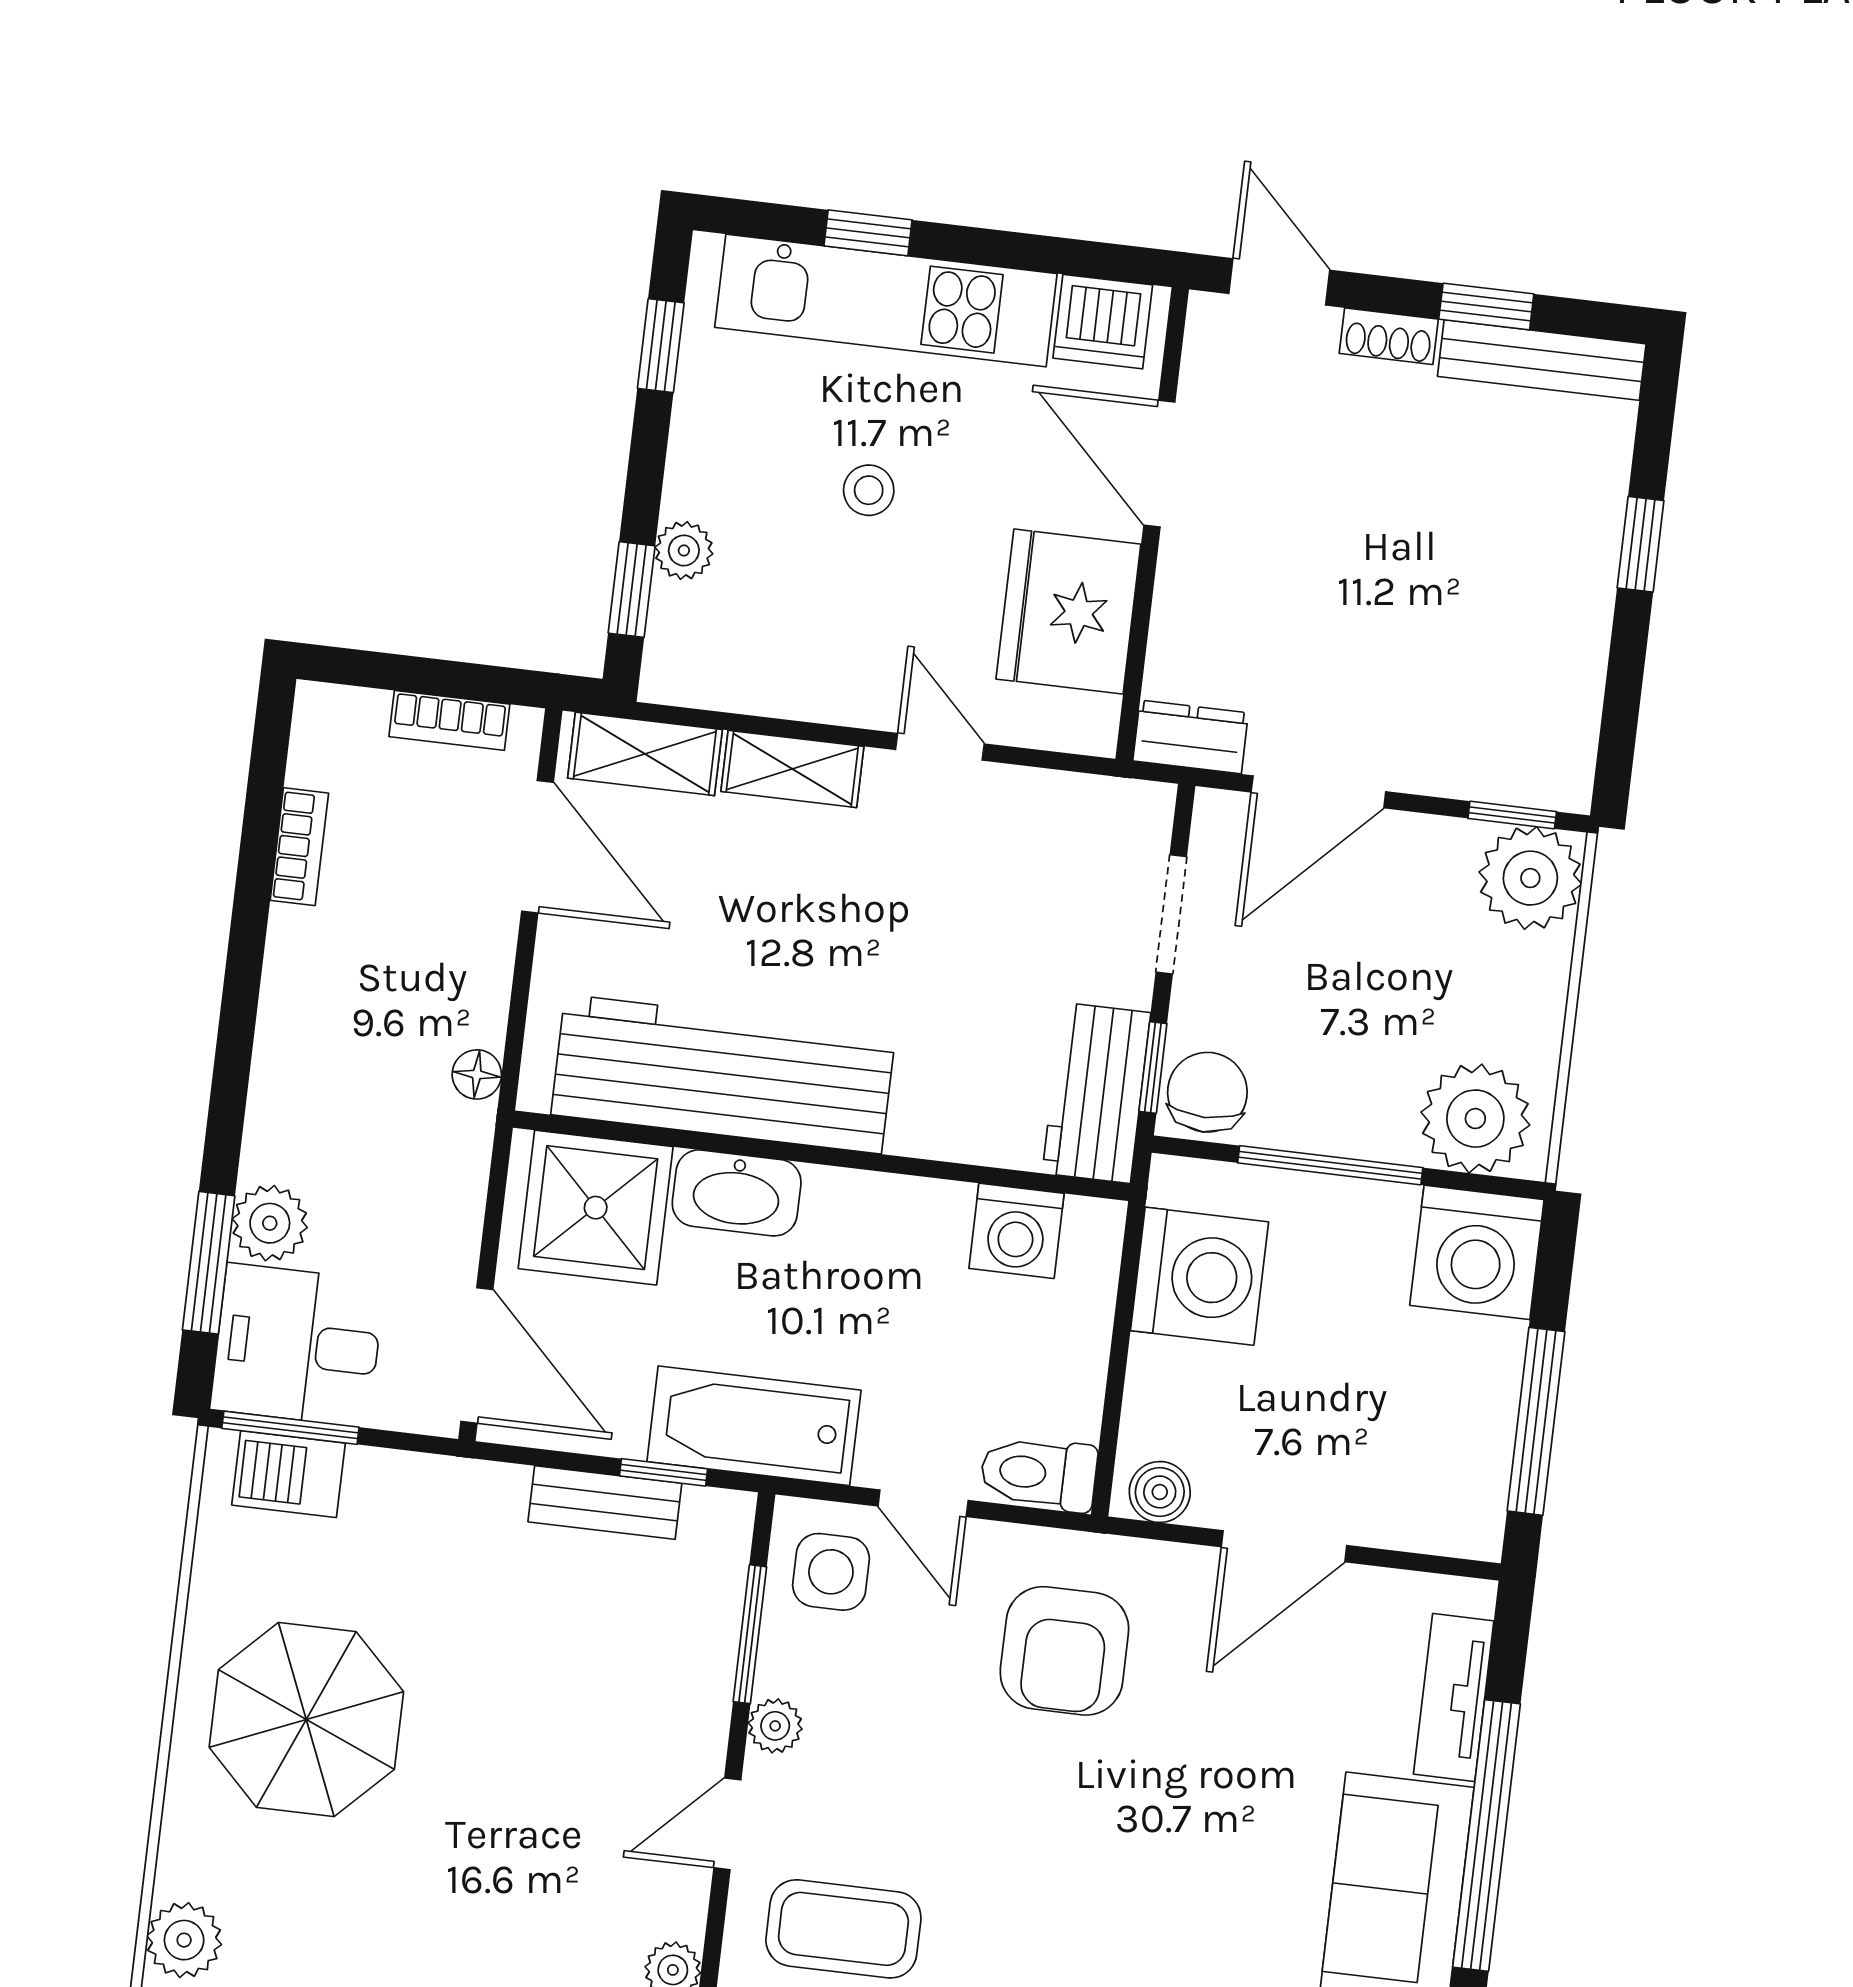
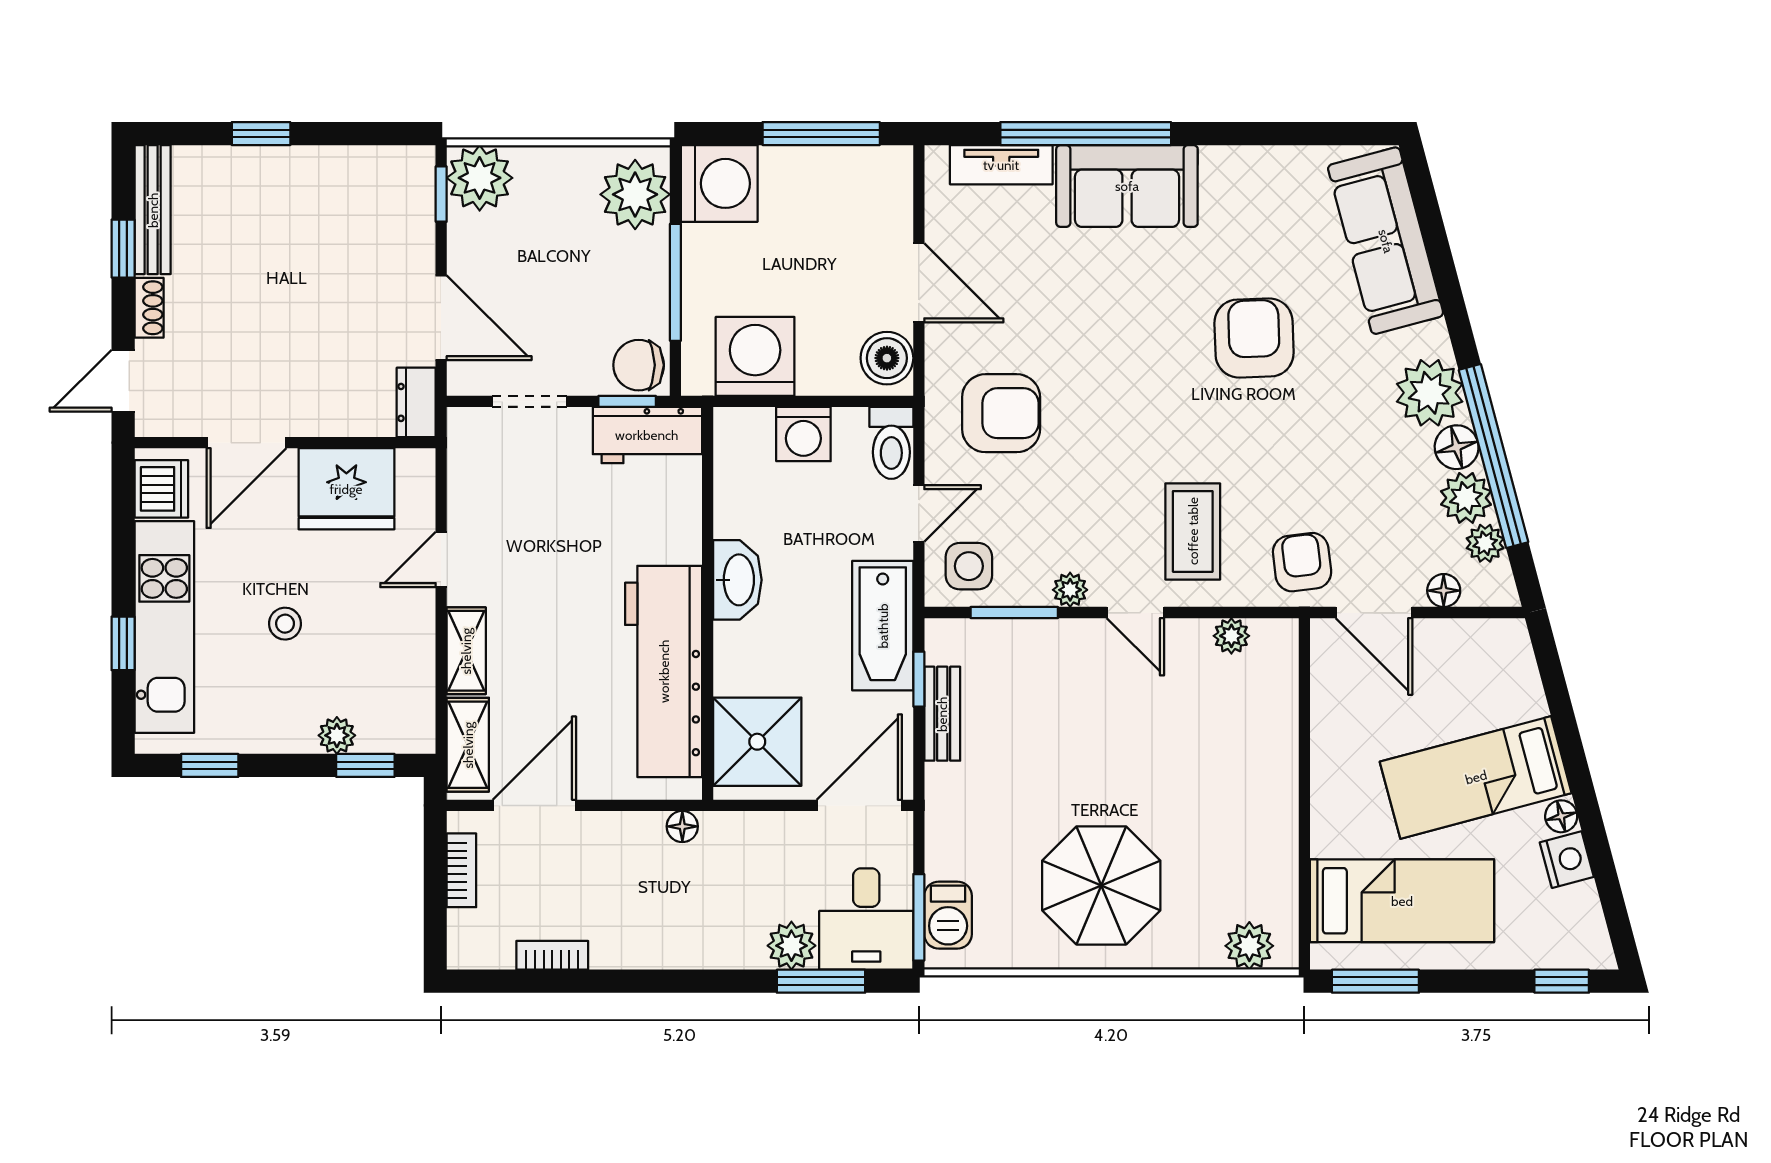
washbasin: (737, 1193) -> (737, 580), moved
washing machine: (1016, 1231) -> (803, 434), moved, turned 90
boiler: (1160, 1492) -> (887, 358), width x1.36, depth x1.36

